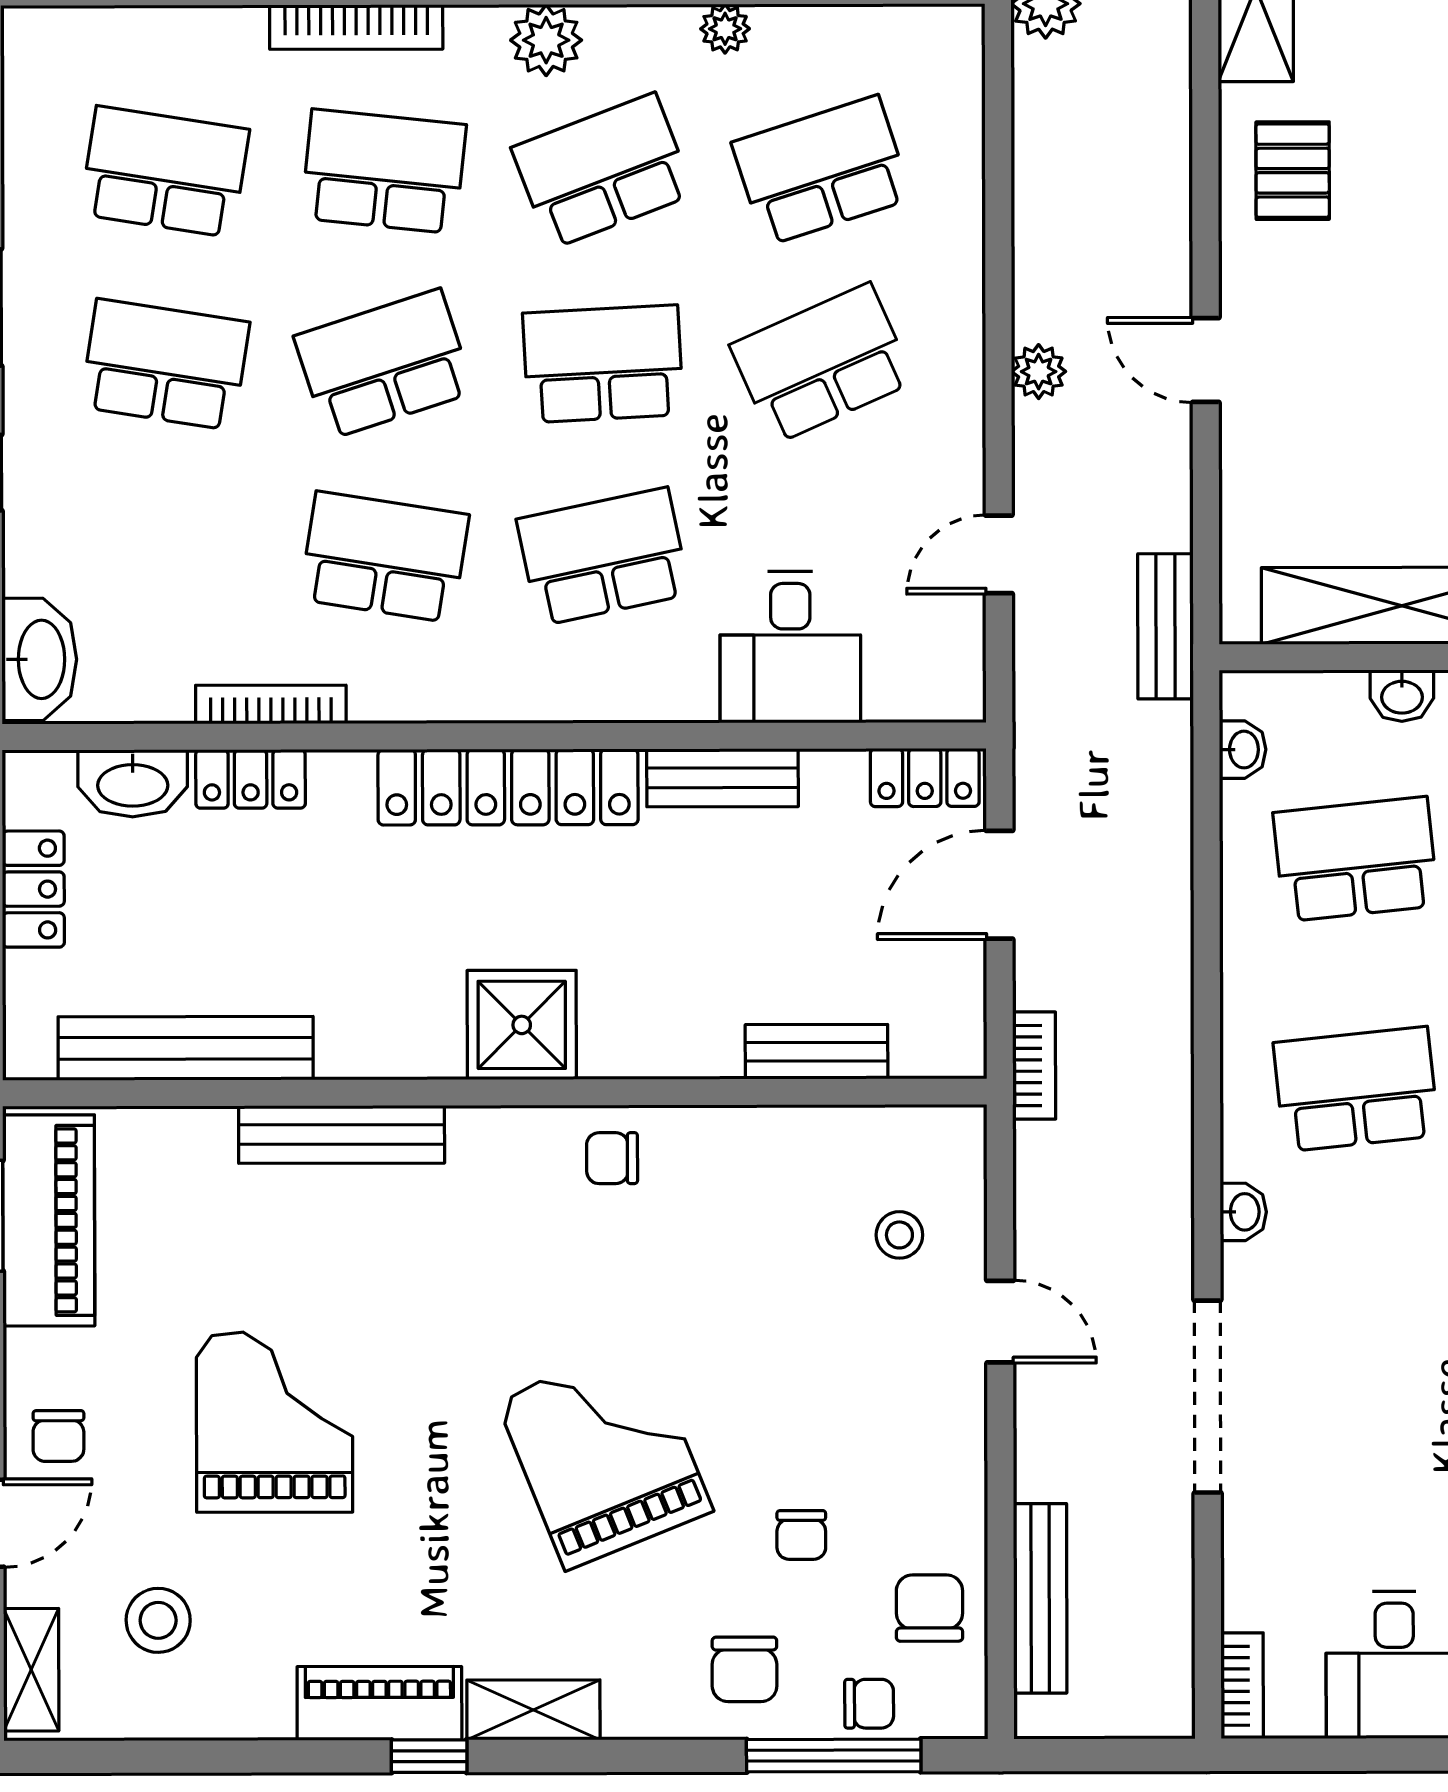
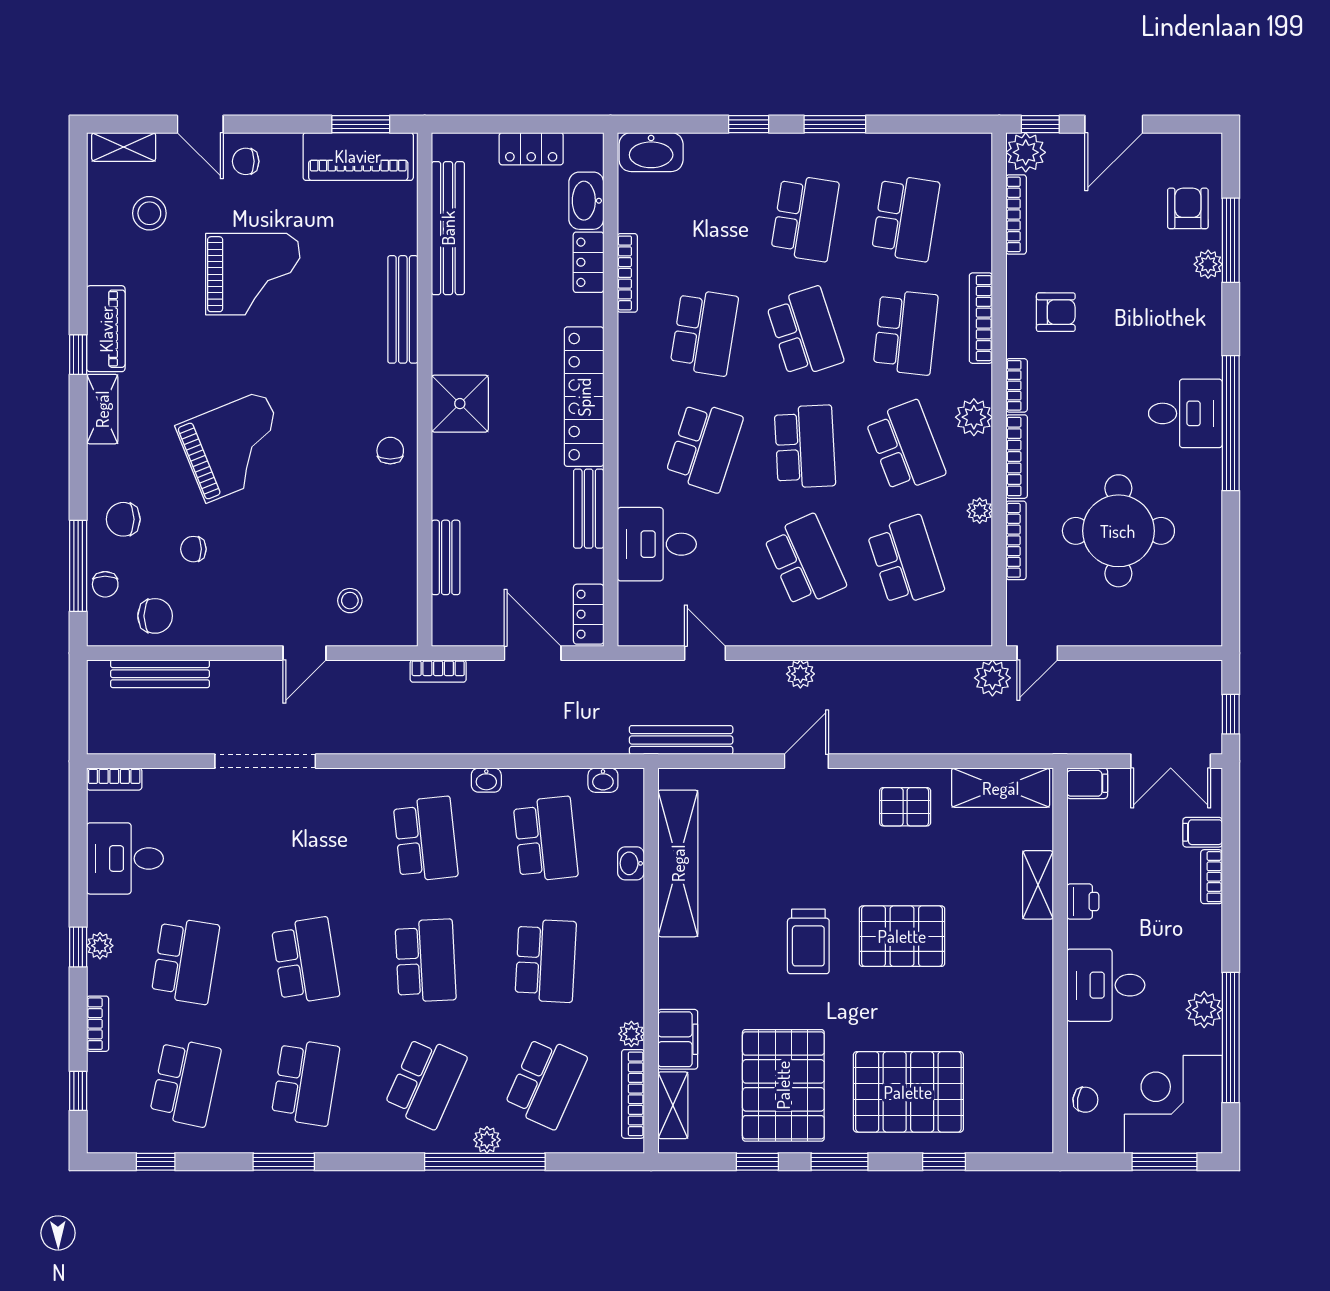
school desk: (603, 557) -> (704, 447), turned 30
bench: (1166, 626) -> (681, 740), width x1.36
washbasin: (1243, 1212) -> (486, 780), moved

